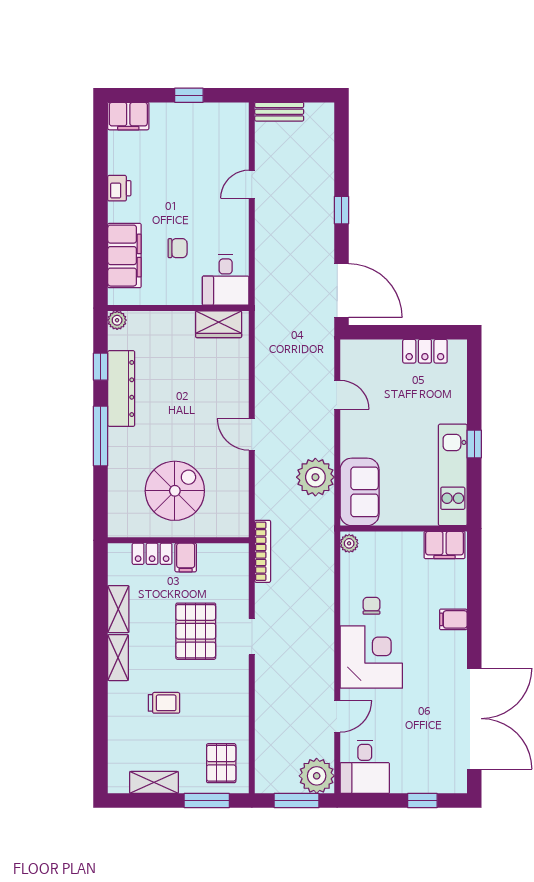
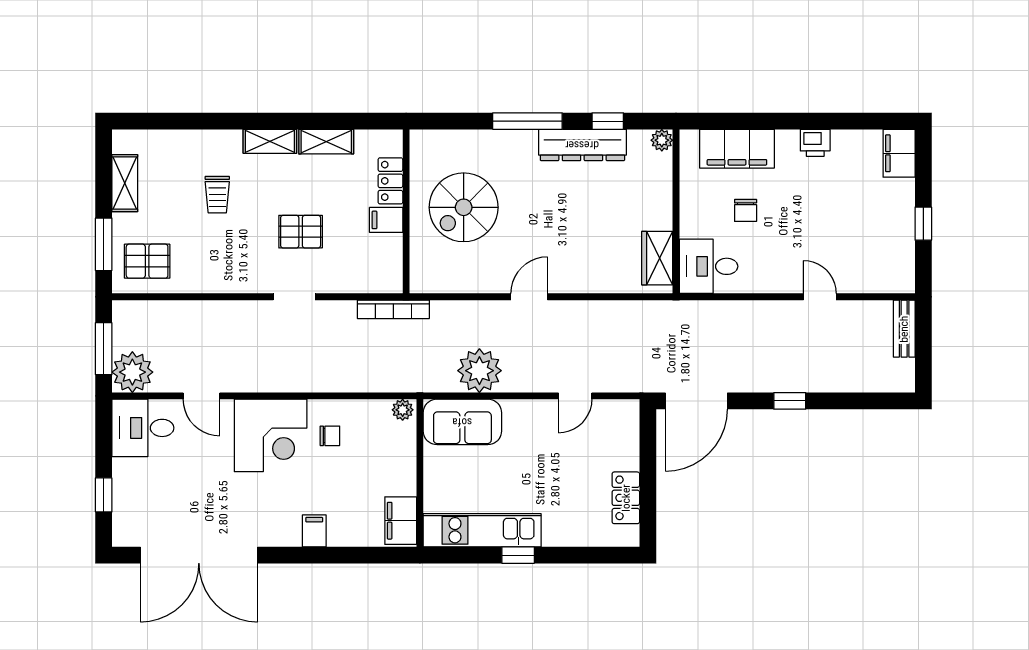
spiral stairs: (175, 491) -> (464, 207), turned 90
pallet: (196, 631) -> (301, 232), width x0.67, depth x0.71

